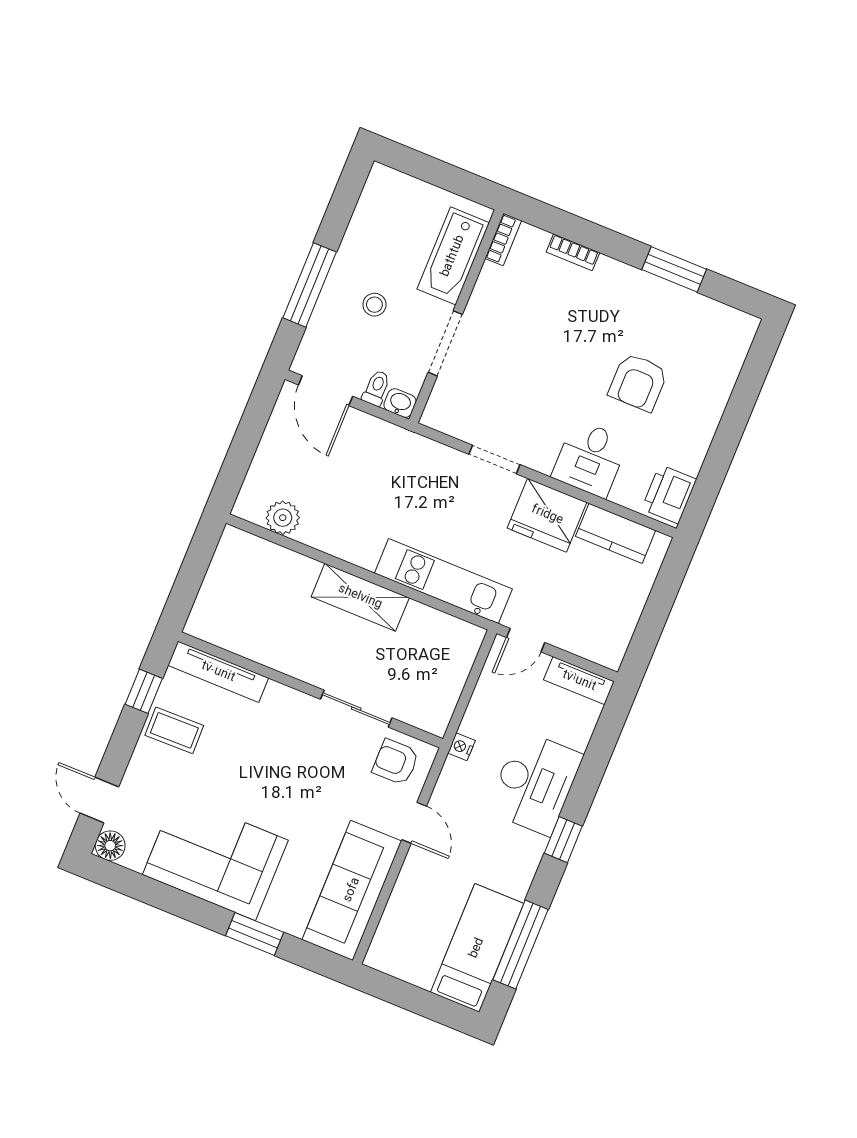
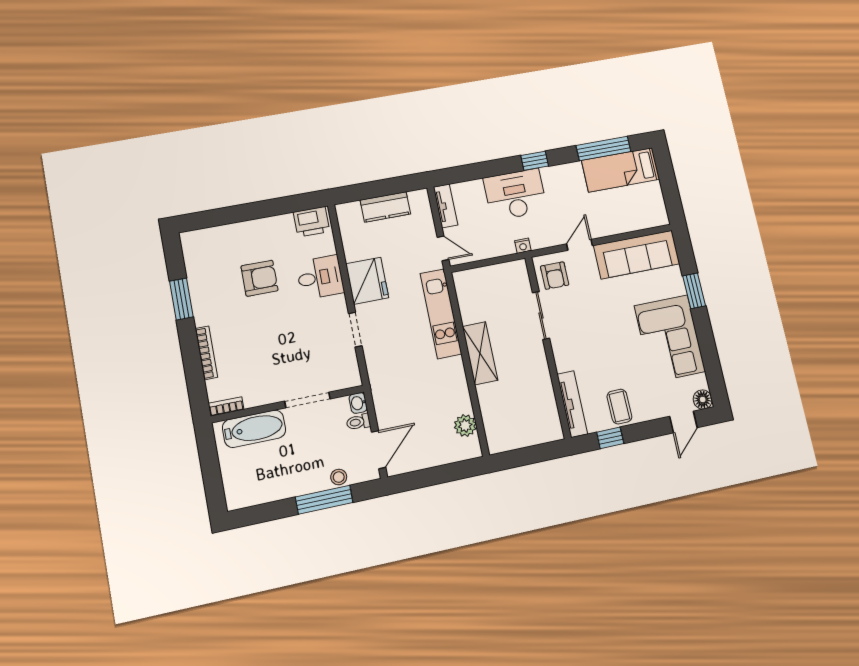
bookcase: (573, 252) -> (206, 353), width x1.56
stool: (374, 305) -> (339, 477), moved
kitchen counter: (616, 533) -> (385, 207), moved, turned 90

